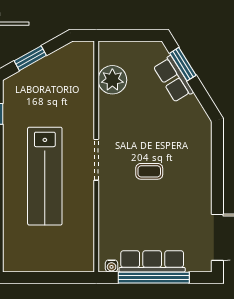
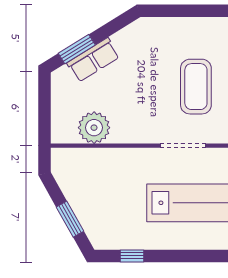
coffee table: (149, 171) -> (196, 87), width x1.86, depth x1.72

